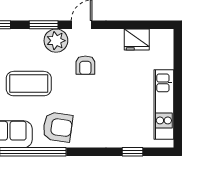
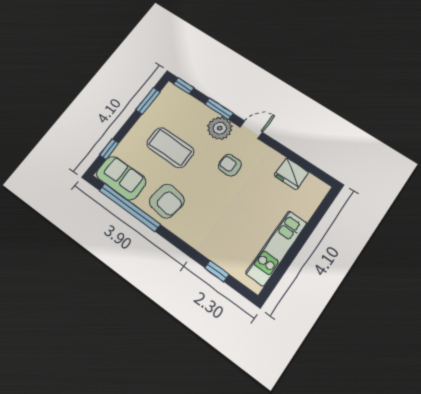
armchair: (85, 65) -> (230, 165), turned 90

